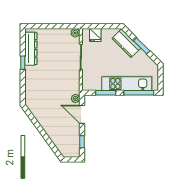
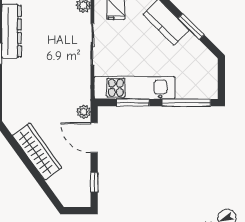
kitchen unit: (127, 84) -> (134, 88), moved
wardrobe: (47, 123) -> (37, 152), added

